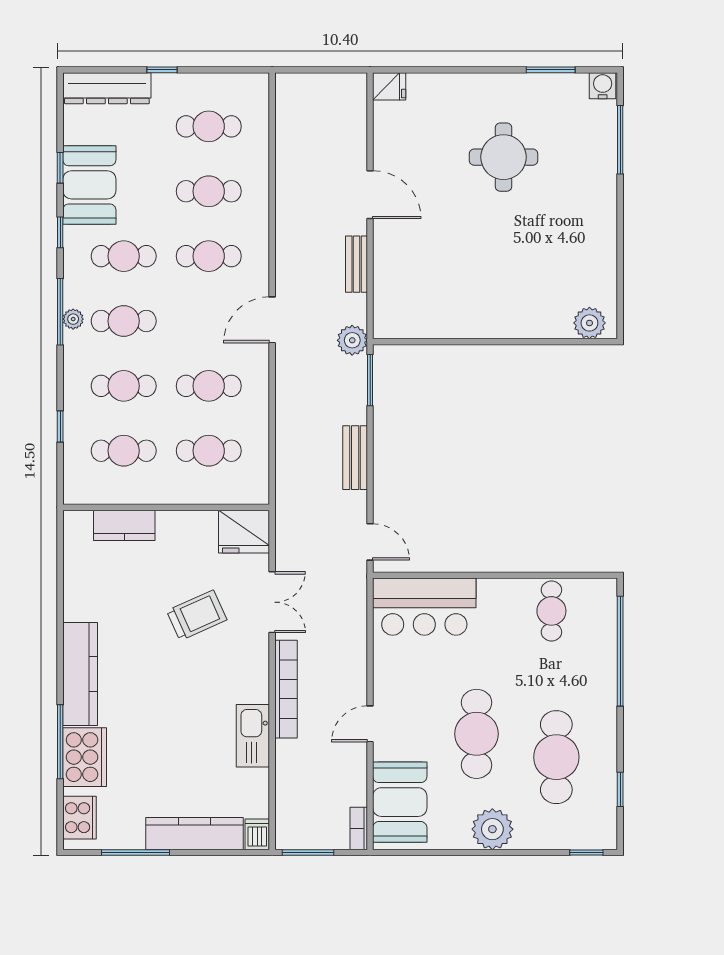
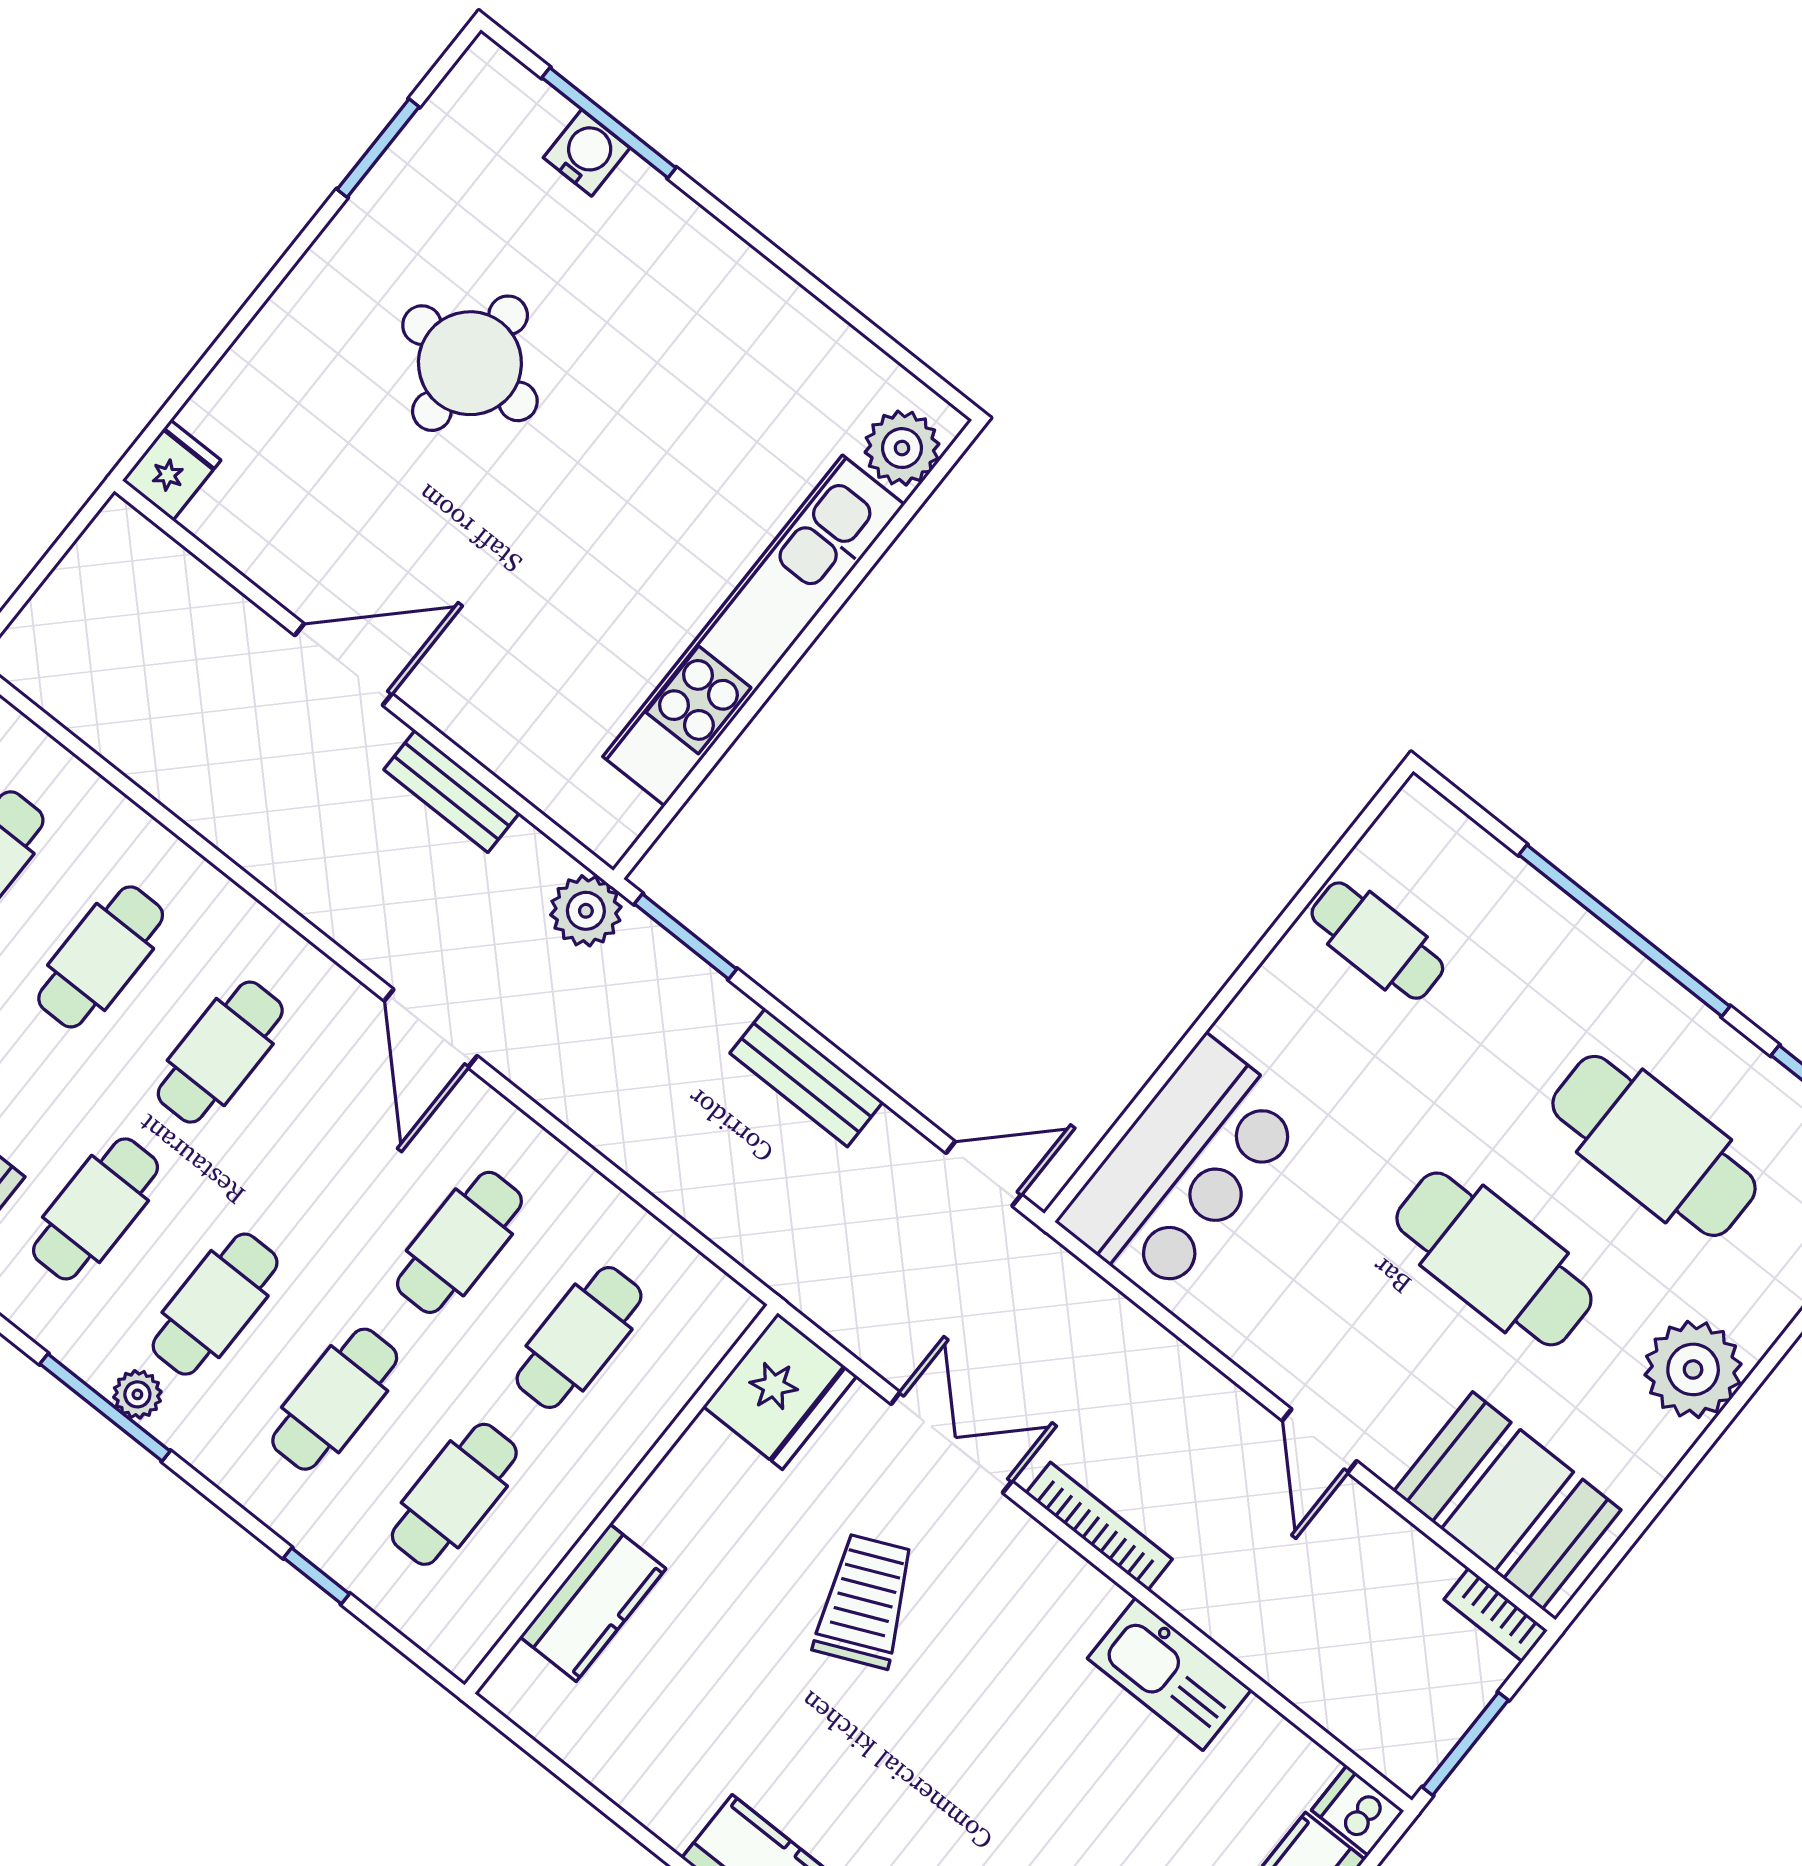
water cooler: (603, 86) -> (587, 153), moved, turned 90
kitchen unit: (490, 322) -> (754, 631), added
window: (620, 651) -> (1624, 931), moved
bookcase: (286, 689) -> (1099, 1526), width x0.68, depth x0.76

